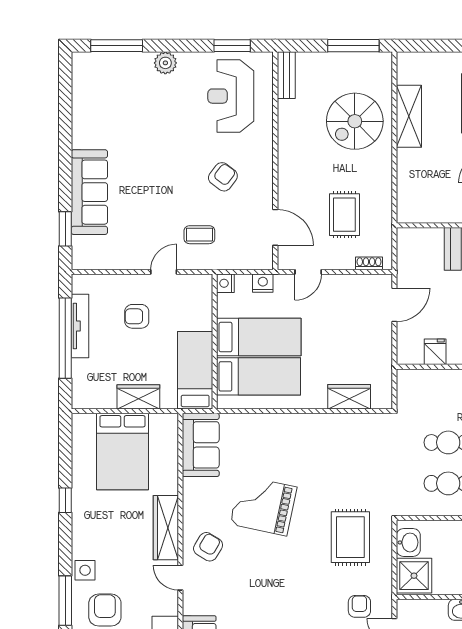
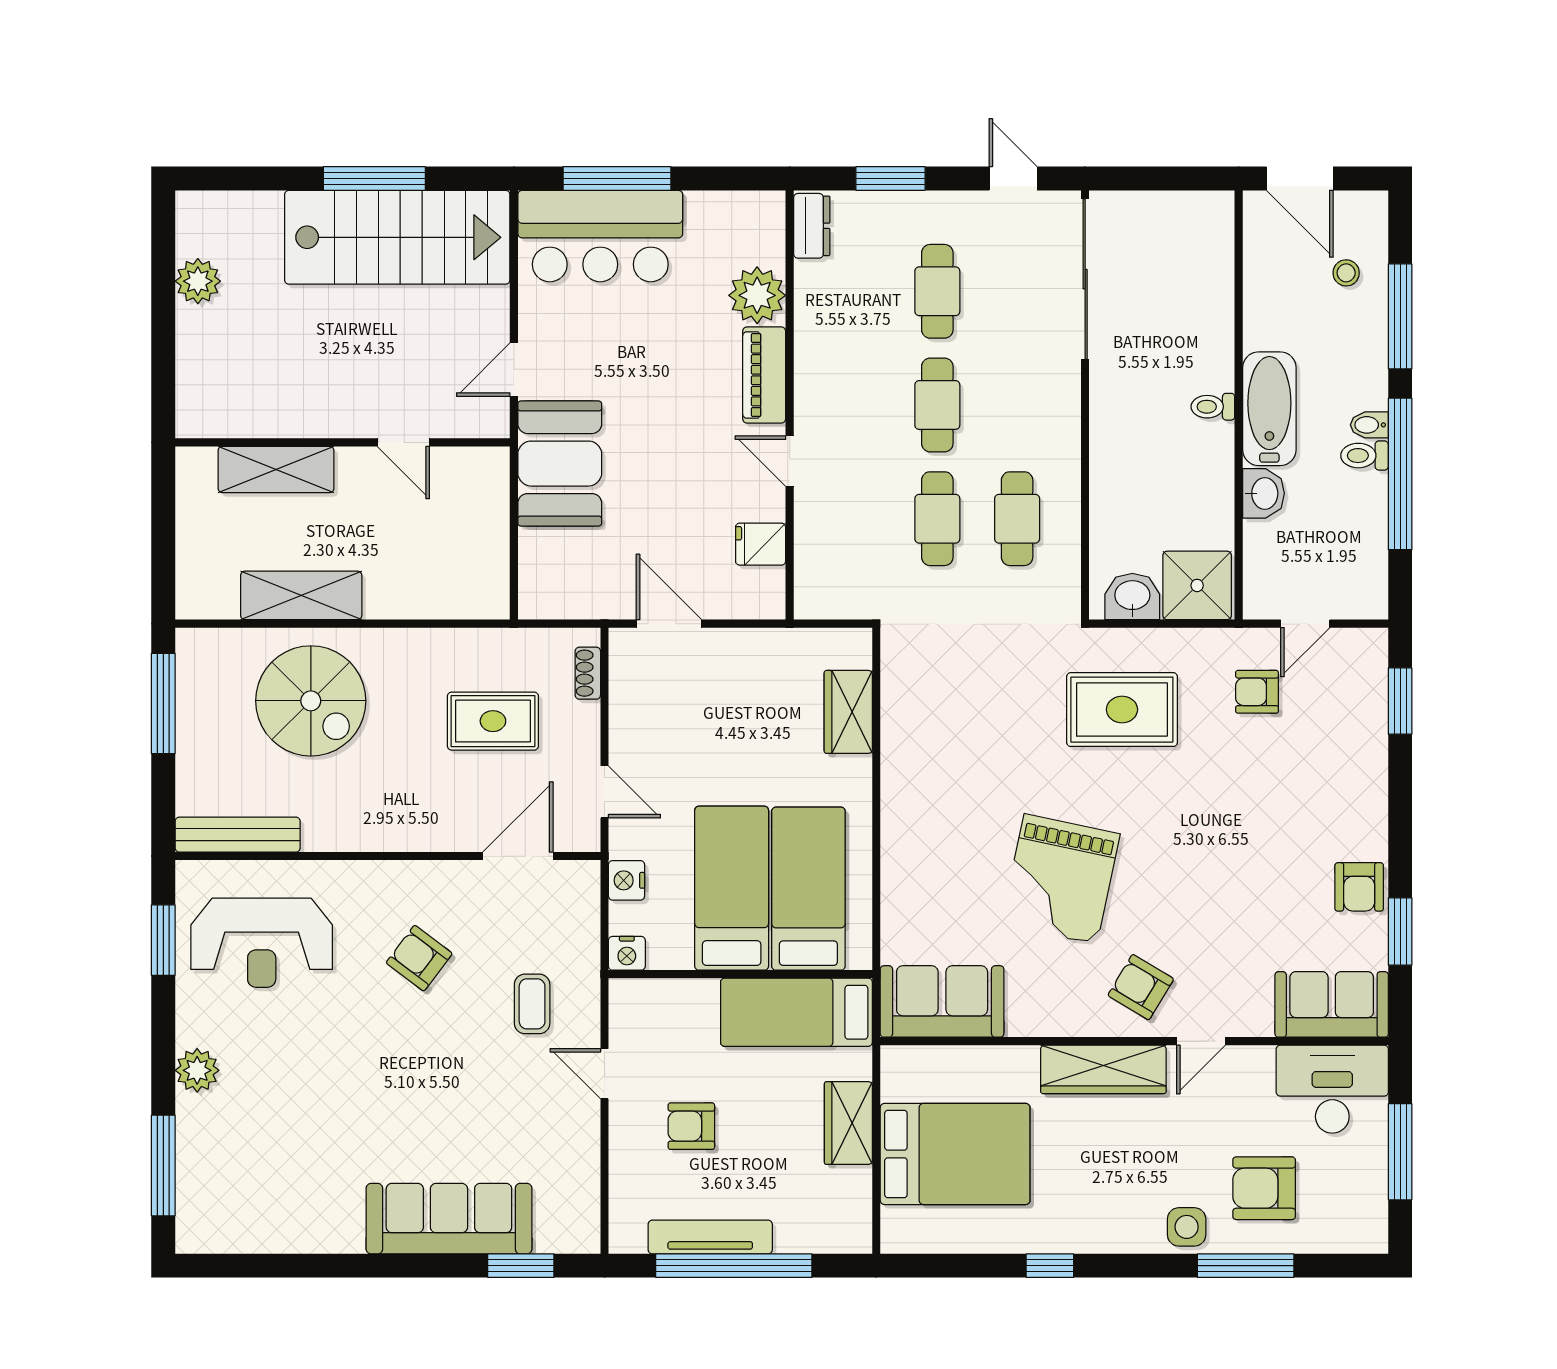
bench: (286, 75) -> (238, 835), width x1.36
armchair: (137, 316) -> (691, 1126), turned 90

